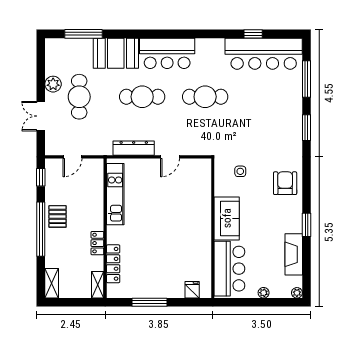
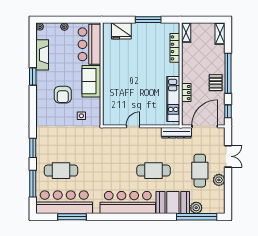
window: (84, 34) -> (197, 217), width x1.46
window: (253, 34) -> (72, 217), width x2.17
plant: (84, 46) -> (196, 208), added
bar counter: (167, 53) -> (128, 203), width x1.36
cafe table: (205, 97) -> (61, 171), moved
dresser: (134, 148) -> (176, 133), moved
door: (73, 157) -> (205, 126), width x1.87
armchair: (285, 183) -> (63, 95), moved
locker: (97, 243) -> (186, 93), moved
fridge: (192, 290) -> (121, 31), width x1.88, depth x1.34

